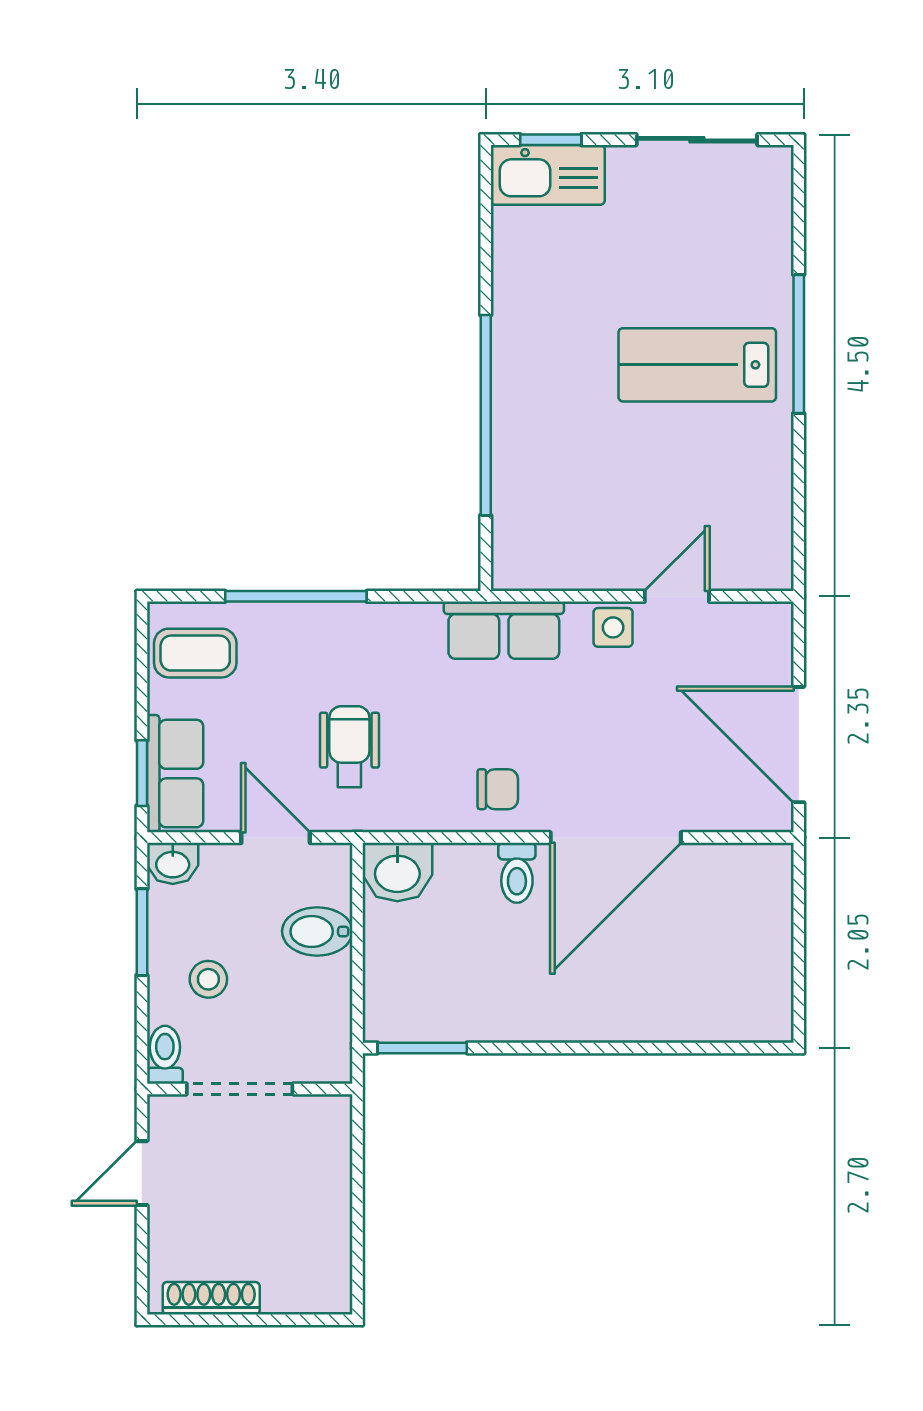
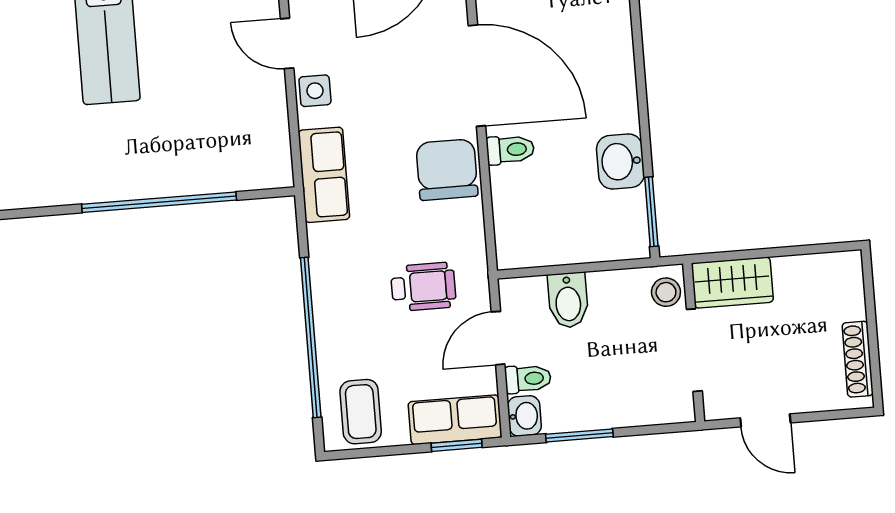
window: (296, 596) -> (311, 337), width x1.46
wheelchair: (349, 747) -> (423, 287), turned 180
chair: (498, 789) -> (447, 170), width x1.87, depth x1.87
washbasin: (397, 872) -> (620, 161), moved, turned 180
stool: (208, 979) -> (666, 292), moved
toilet: (165, 1055) -> (528, 379), moved, turned 180
wardrobe: (323, 1145) -> (732, 283), added

